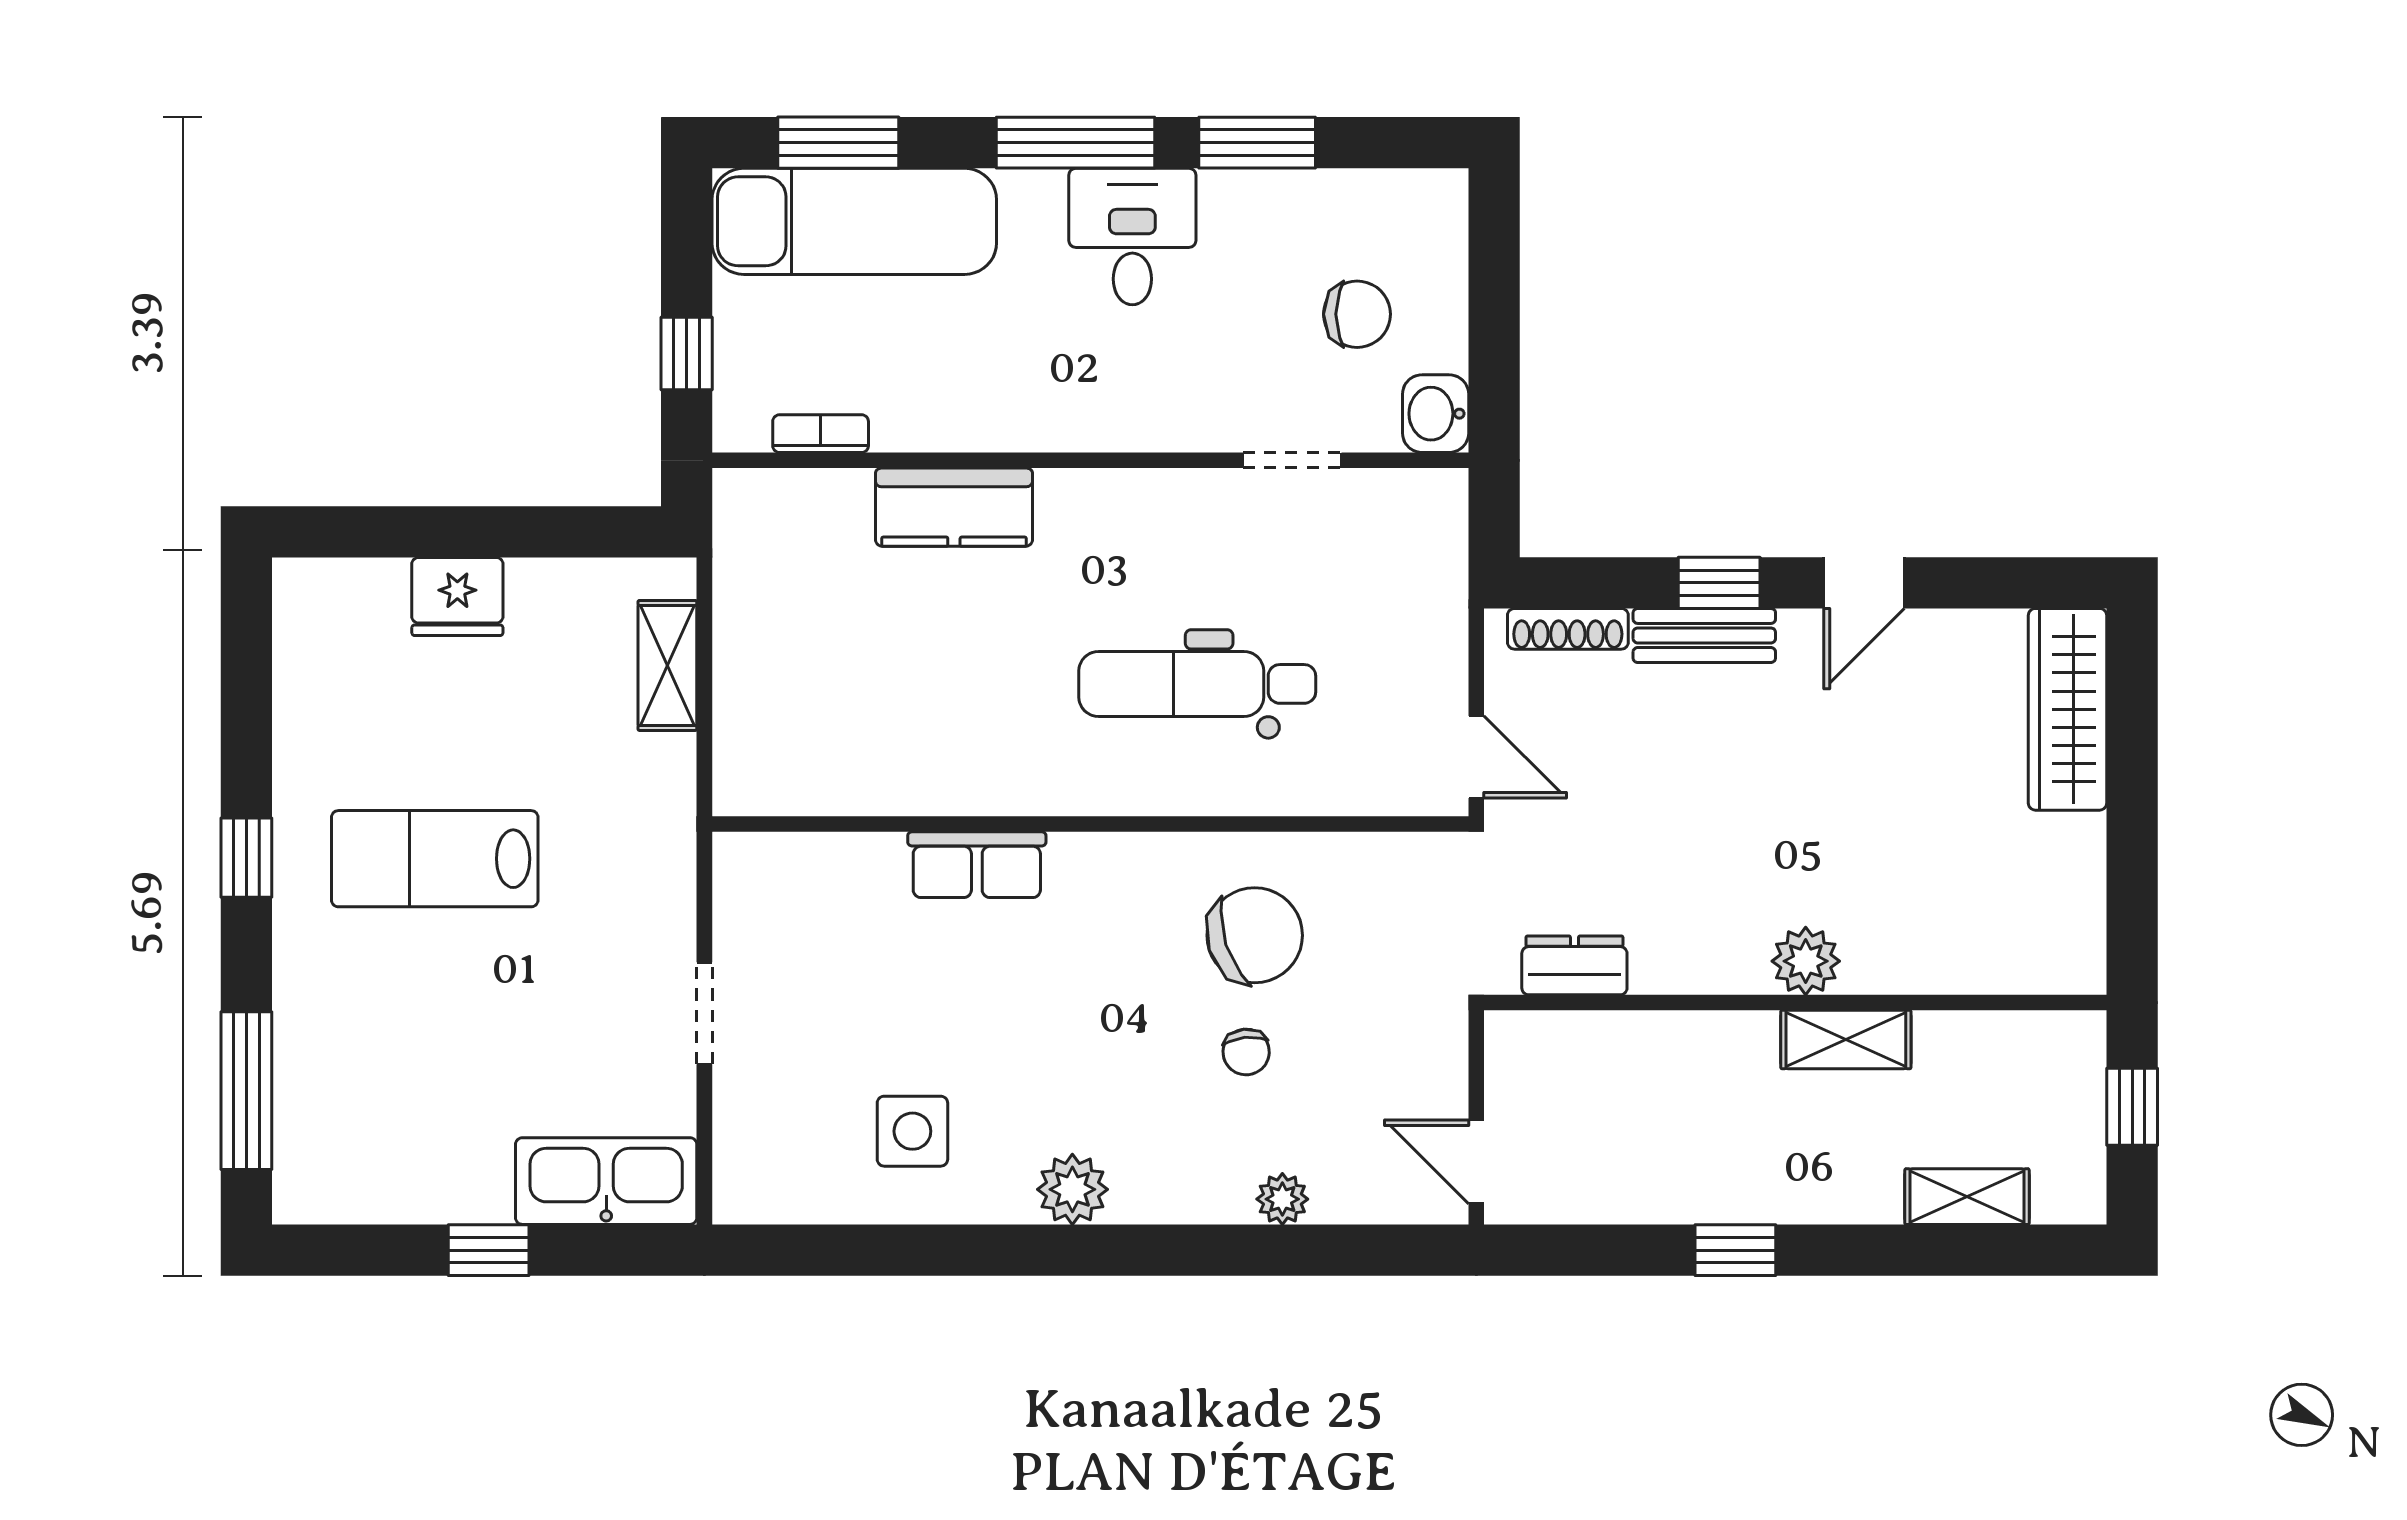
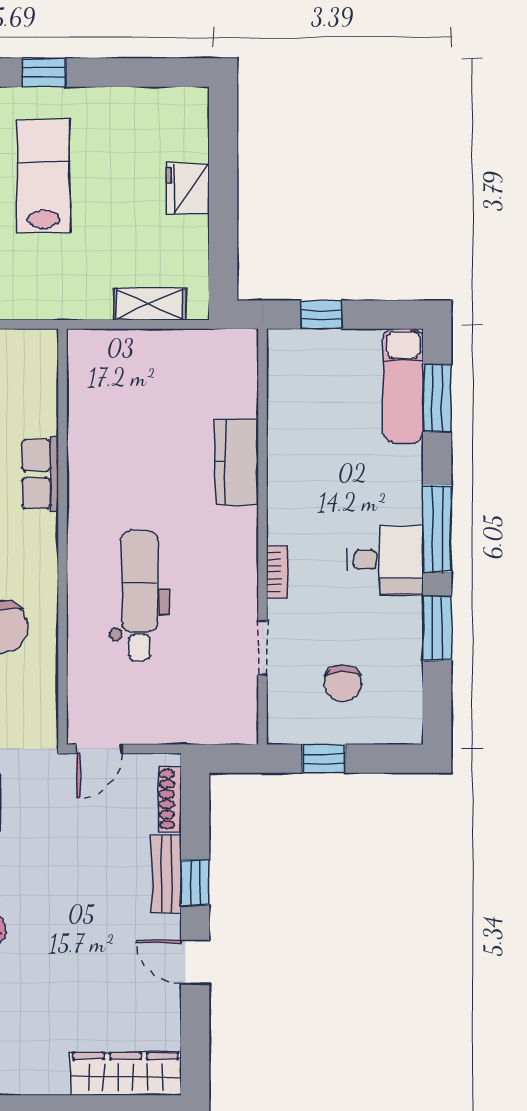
exam couch: (854, 221) -> (403, 386), width x0.73, depth x0.69
window: (1494, 348) -> (324, 759), added
washbasin: (1436, 414) -> (288, 727), removed
bookcase: (821, 434) -> (277, 572), moved

